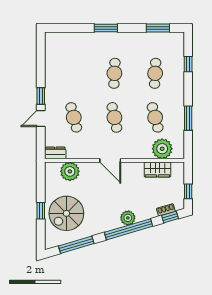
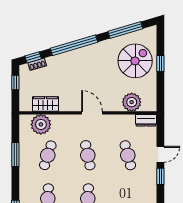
cafe table: (155, 117) -> (48, 155), turned 33
plant: (128, 218) -> (75, 56), removed

